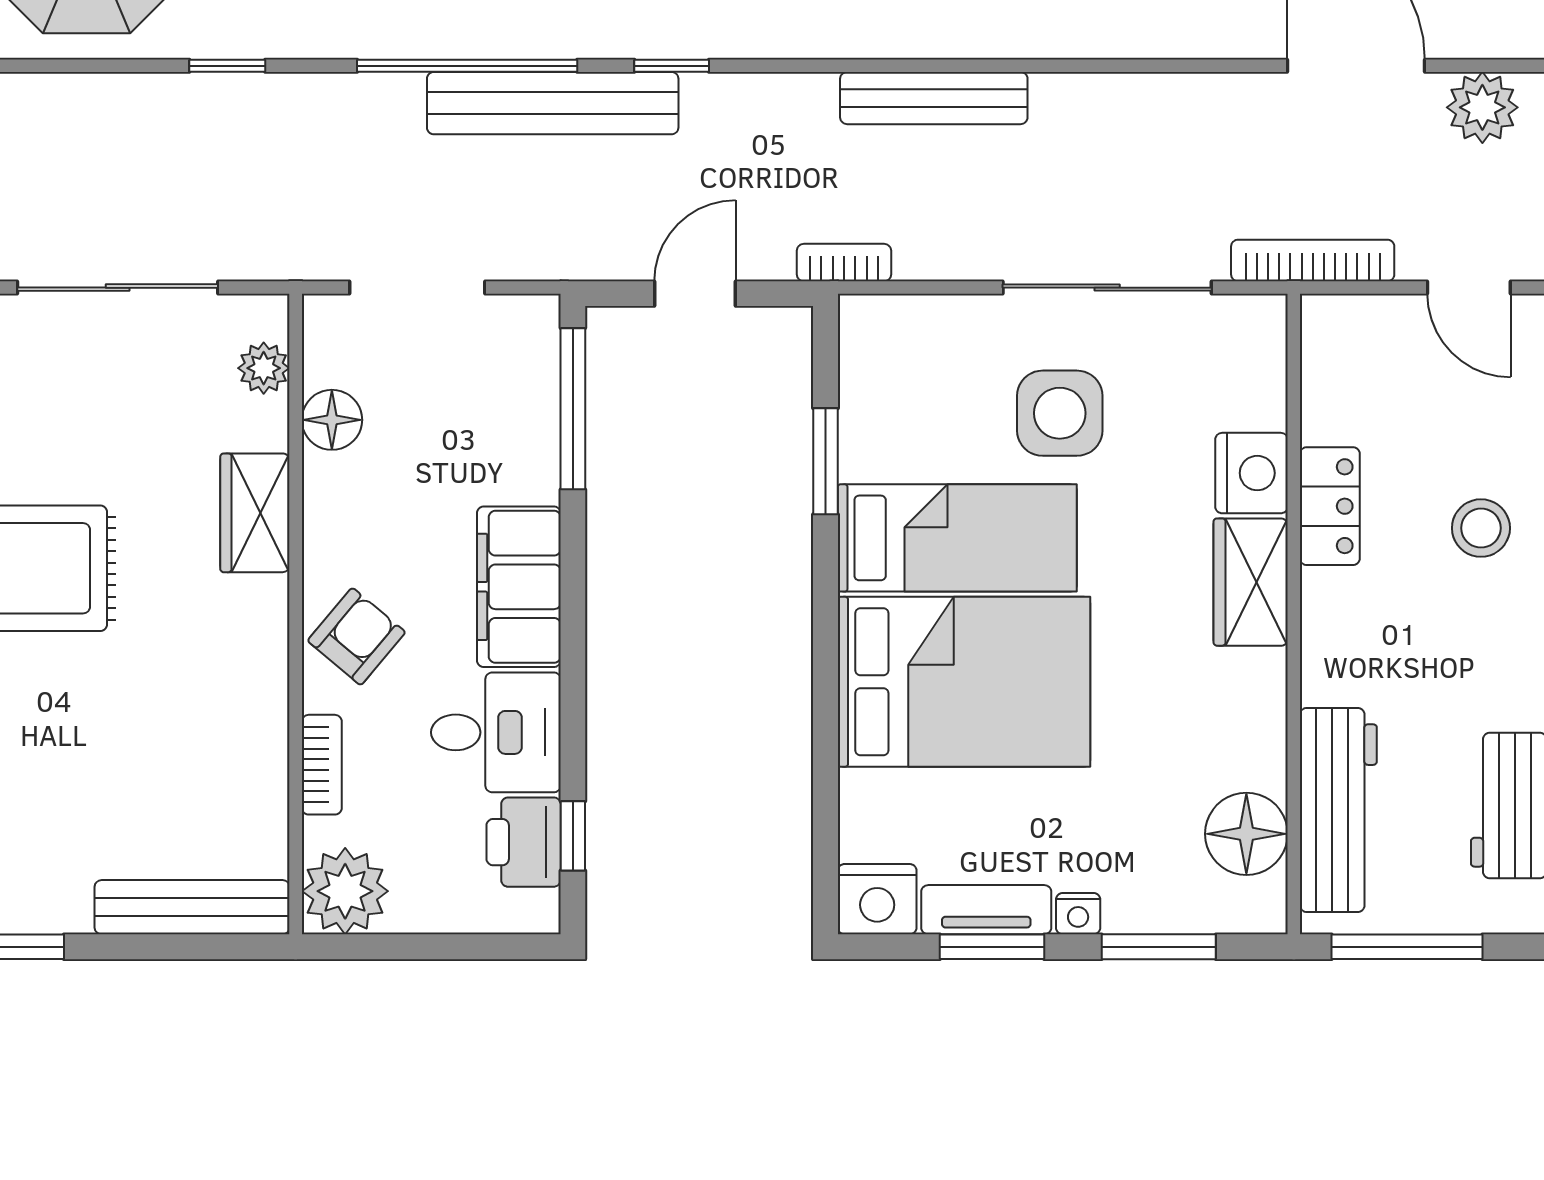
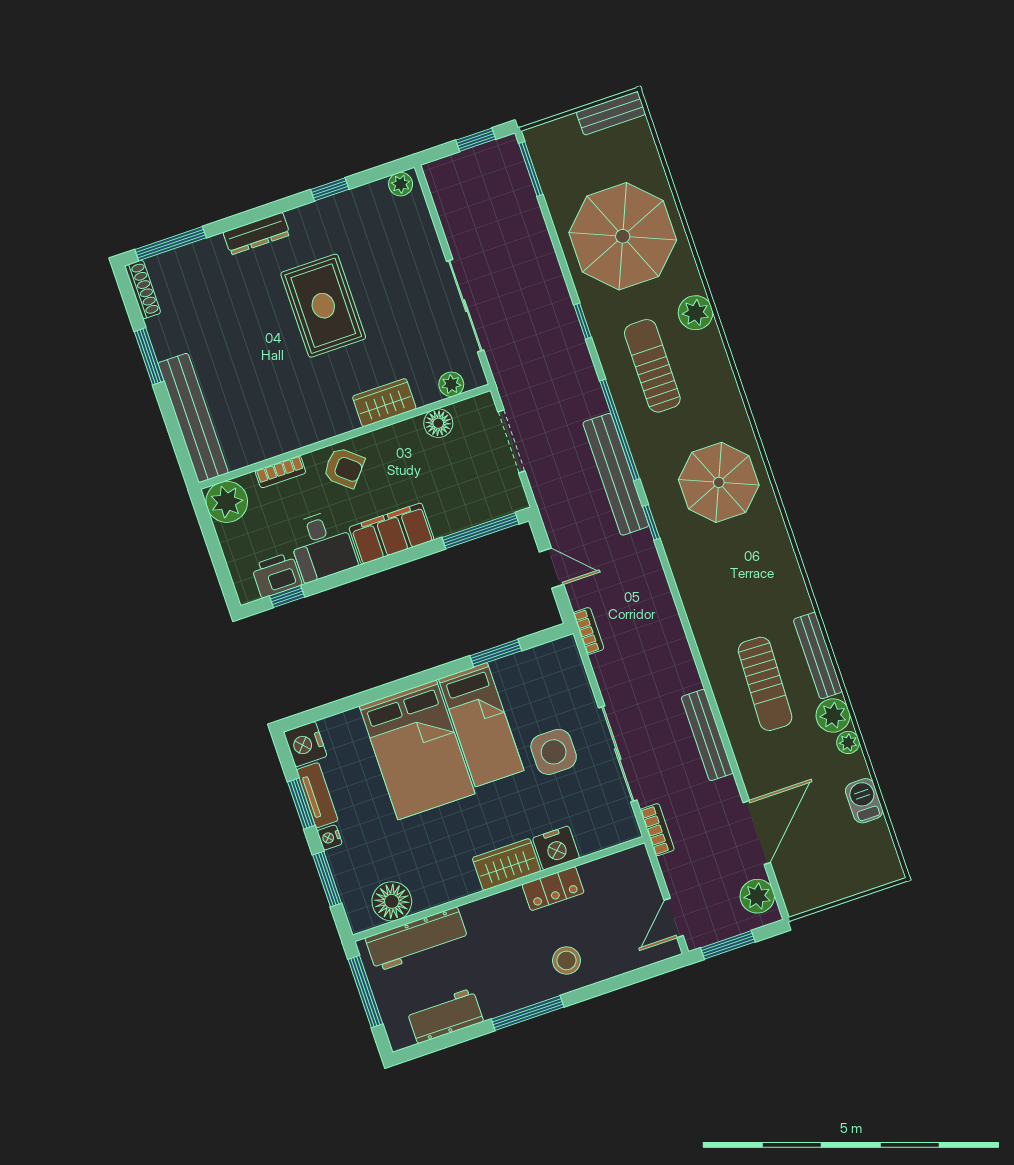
bench: (934, 98) -> (707, 735), moved
bookcase: (1313, 260) -> (657, 830), width x0.64
bench: (192, 907) -> (193, 418), width x1.37, depth x1.21

